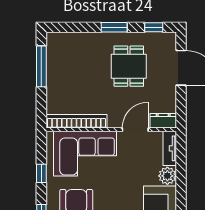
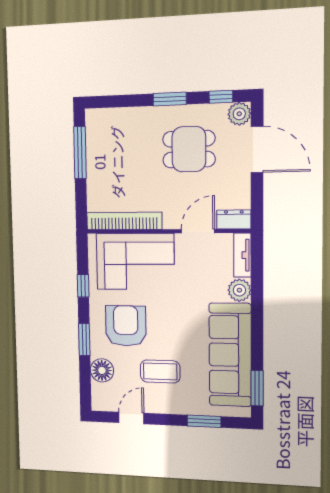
plant: (168, 41) -> (239, 114), added
dining table: (129, 66) -> (189, 149), turned 90

